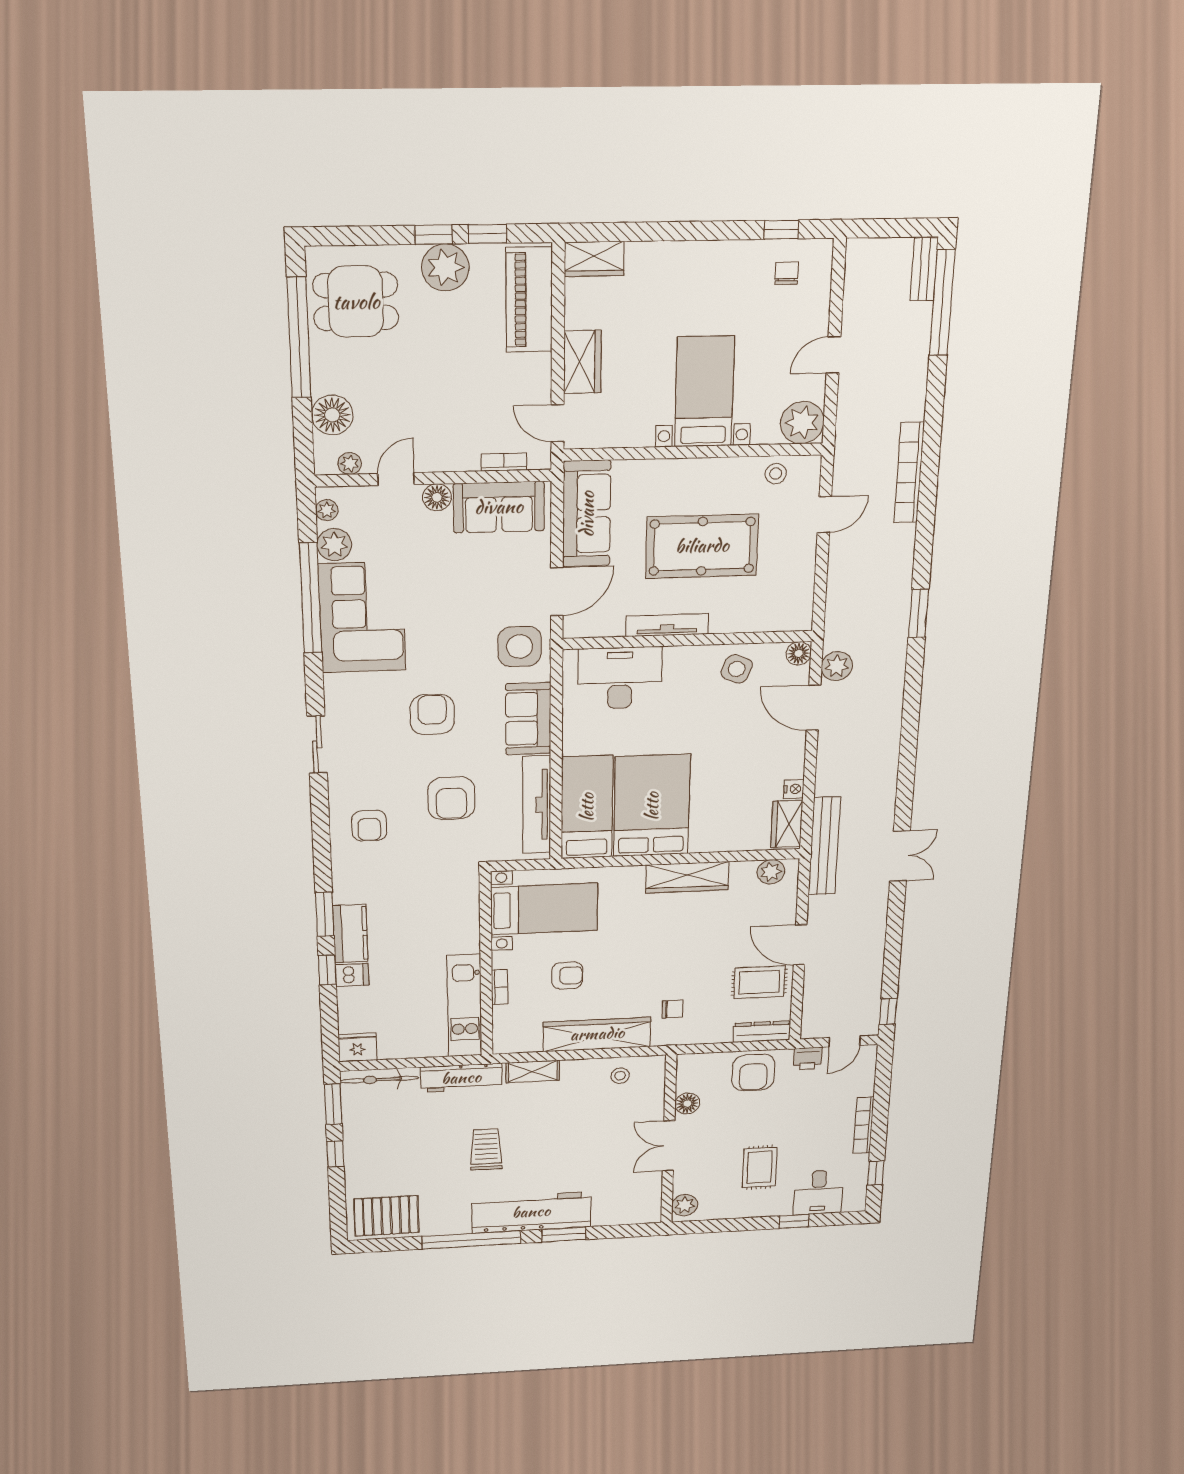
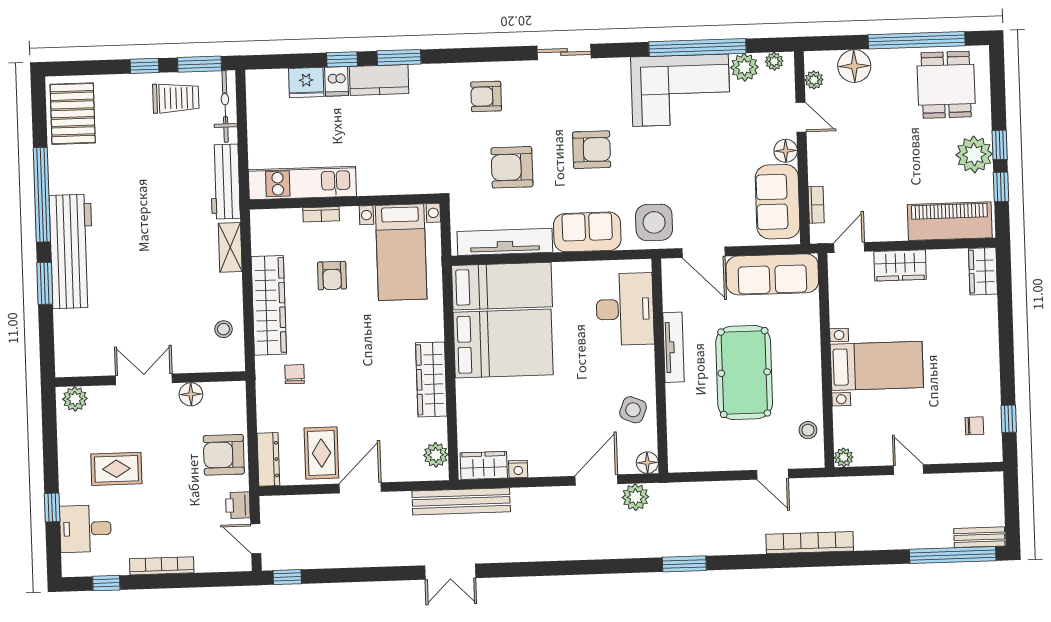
plant: (802, 423) -> (844, 457), width x0.53, depth x0.53
chair: (673, 1009) -> (295, 374), turned 180
fridge: (358, 1047) -> (306, 83), moved, turned 90
trolley: (486, 1149) -> (176, 98), moved

